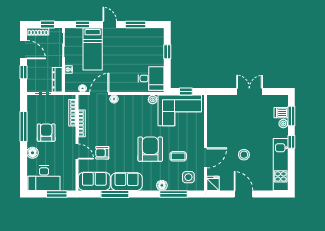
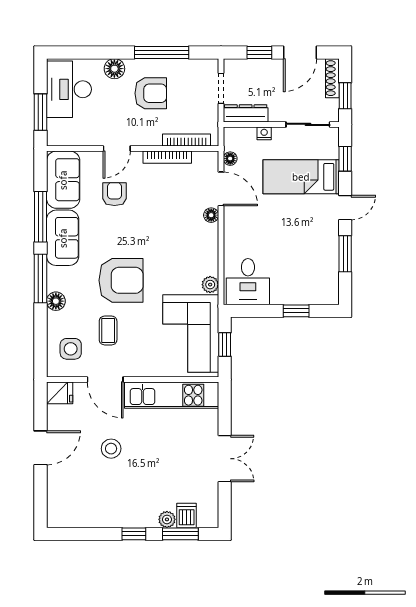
kitchen unit: (281, 164) -> (172, 395), moved, turned 180
window: (173, 194) -> (41, 279), moved

